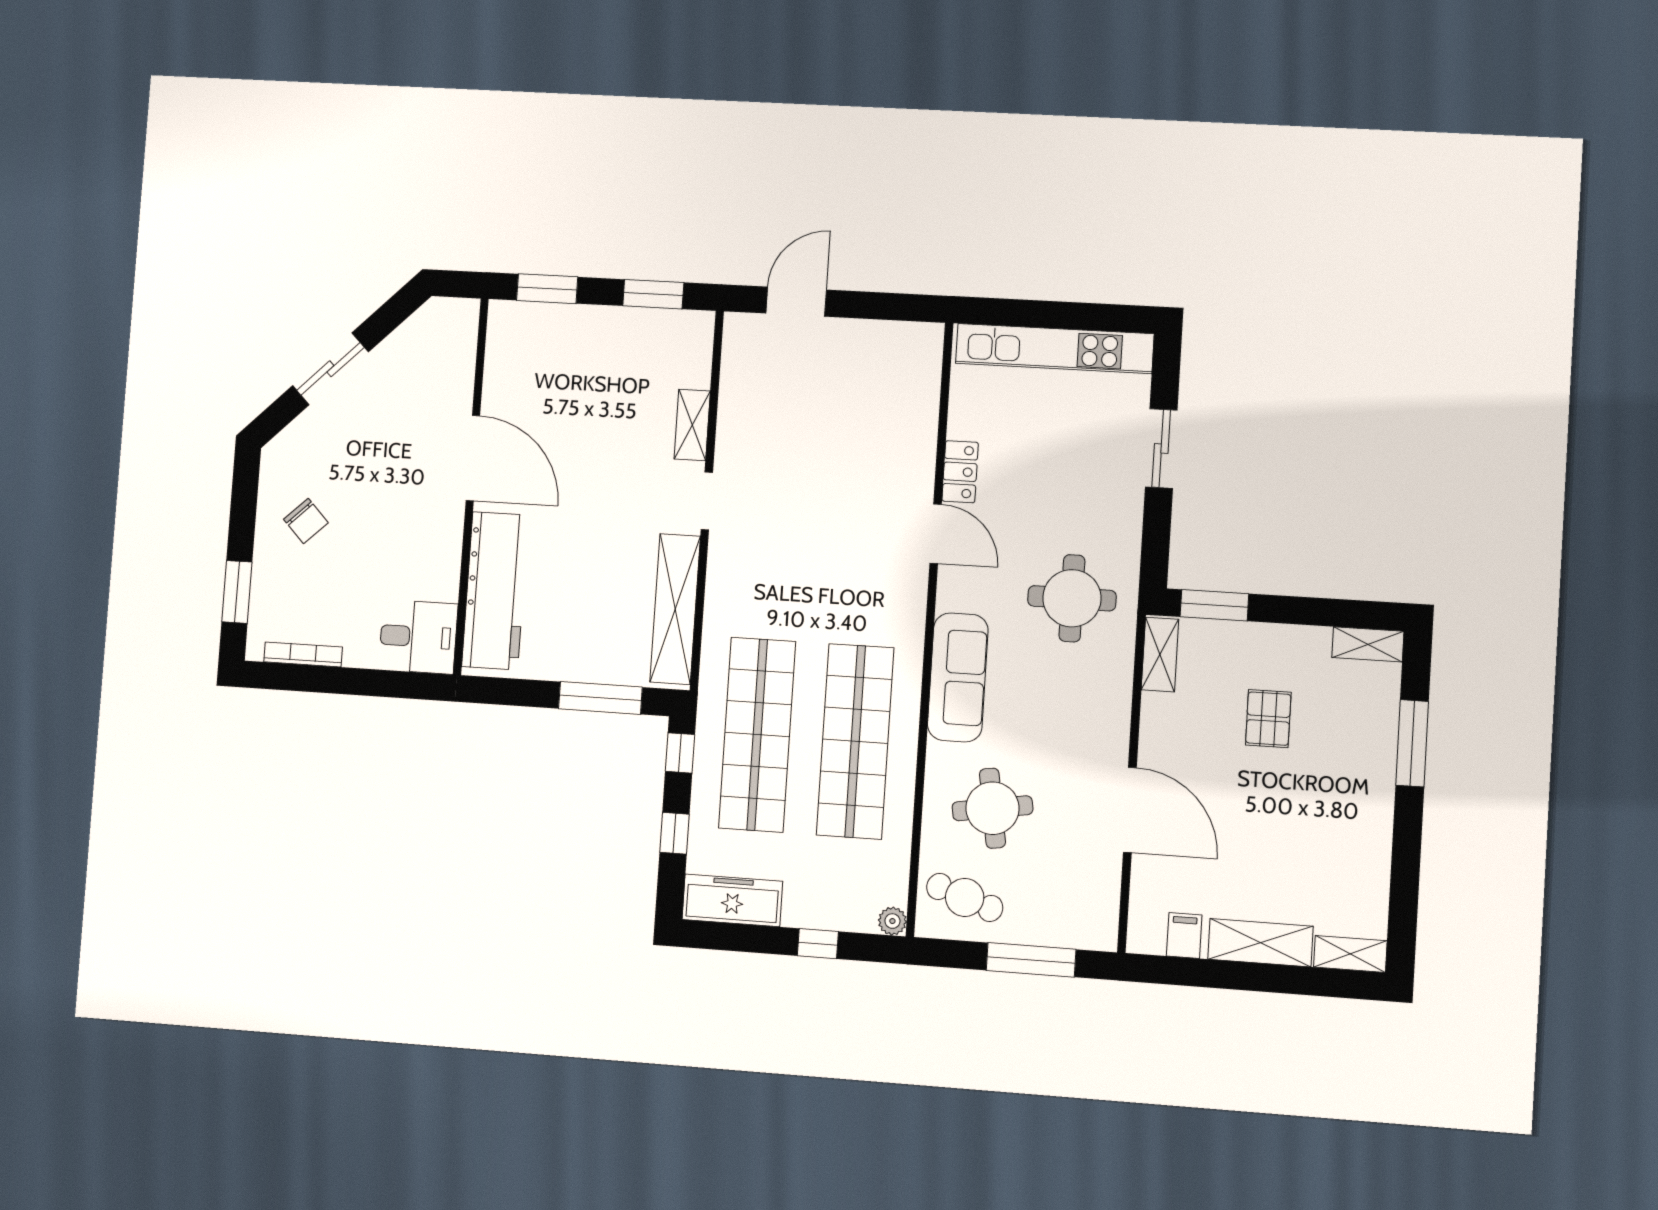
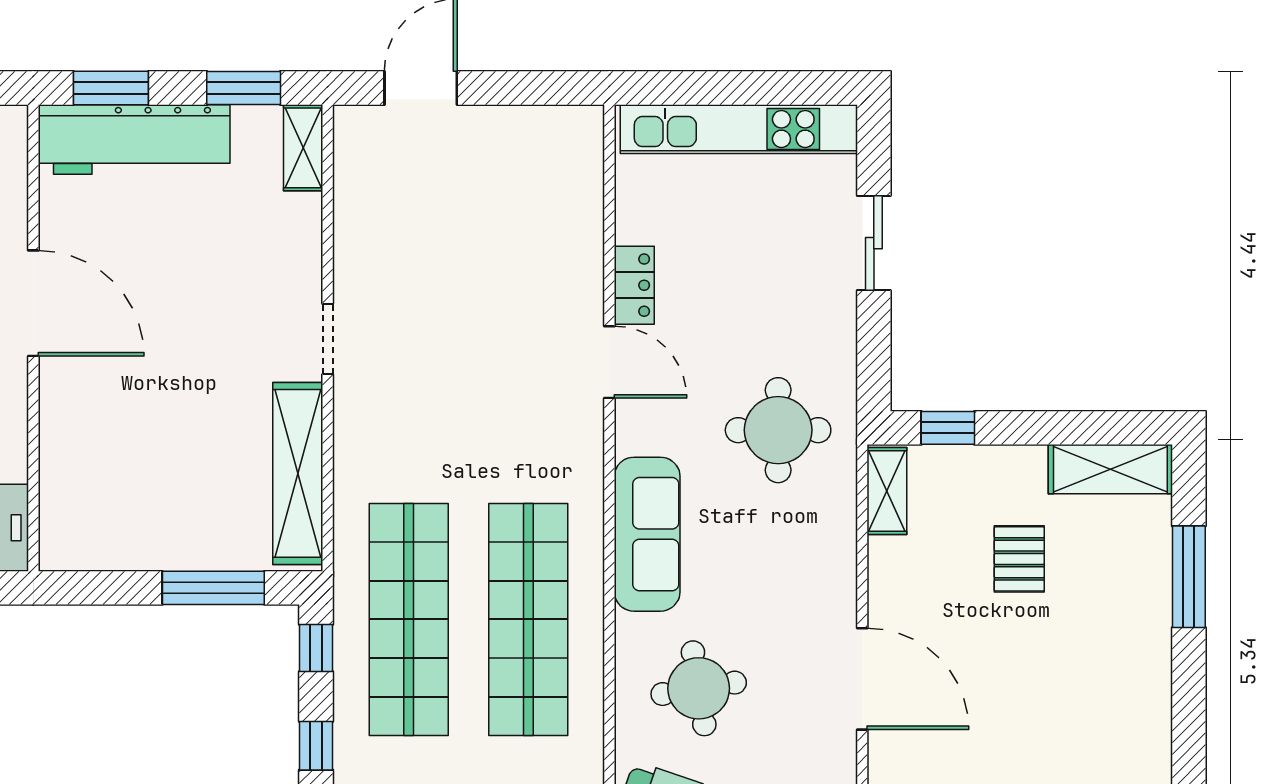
shelving: (692, 425) -> (303, 148), moved
workbench: (495, 591) -> (134, 140), moved, turned 90
window: (1214, 605) -> (948, 428), width x0.67
shelving: (1368, 644) -> (1110, 469), width x1.50, depth x1.33

